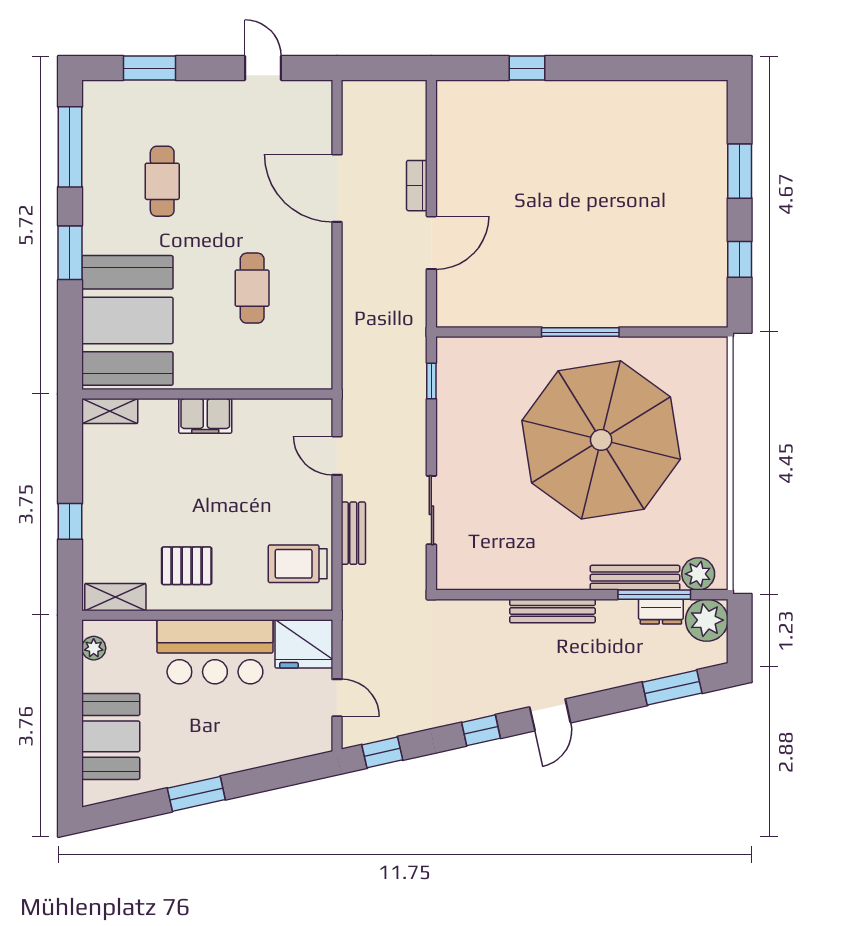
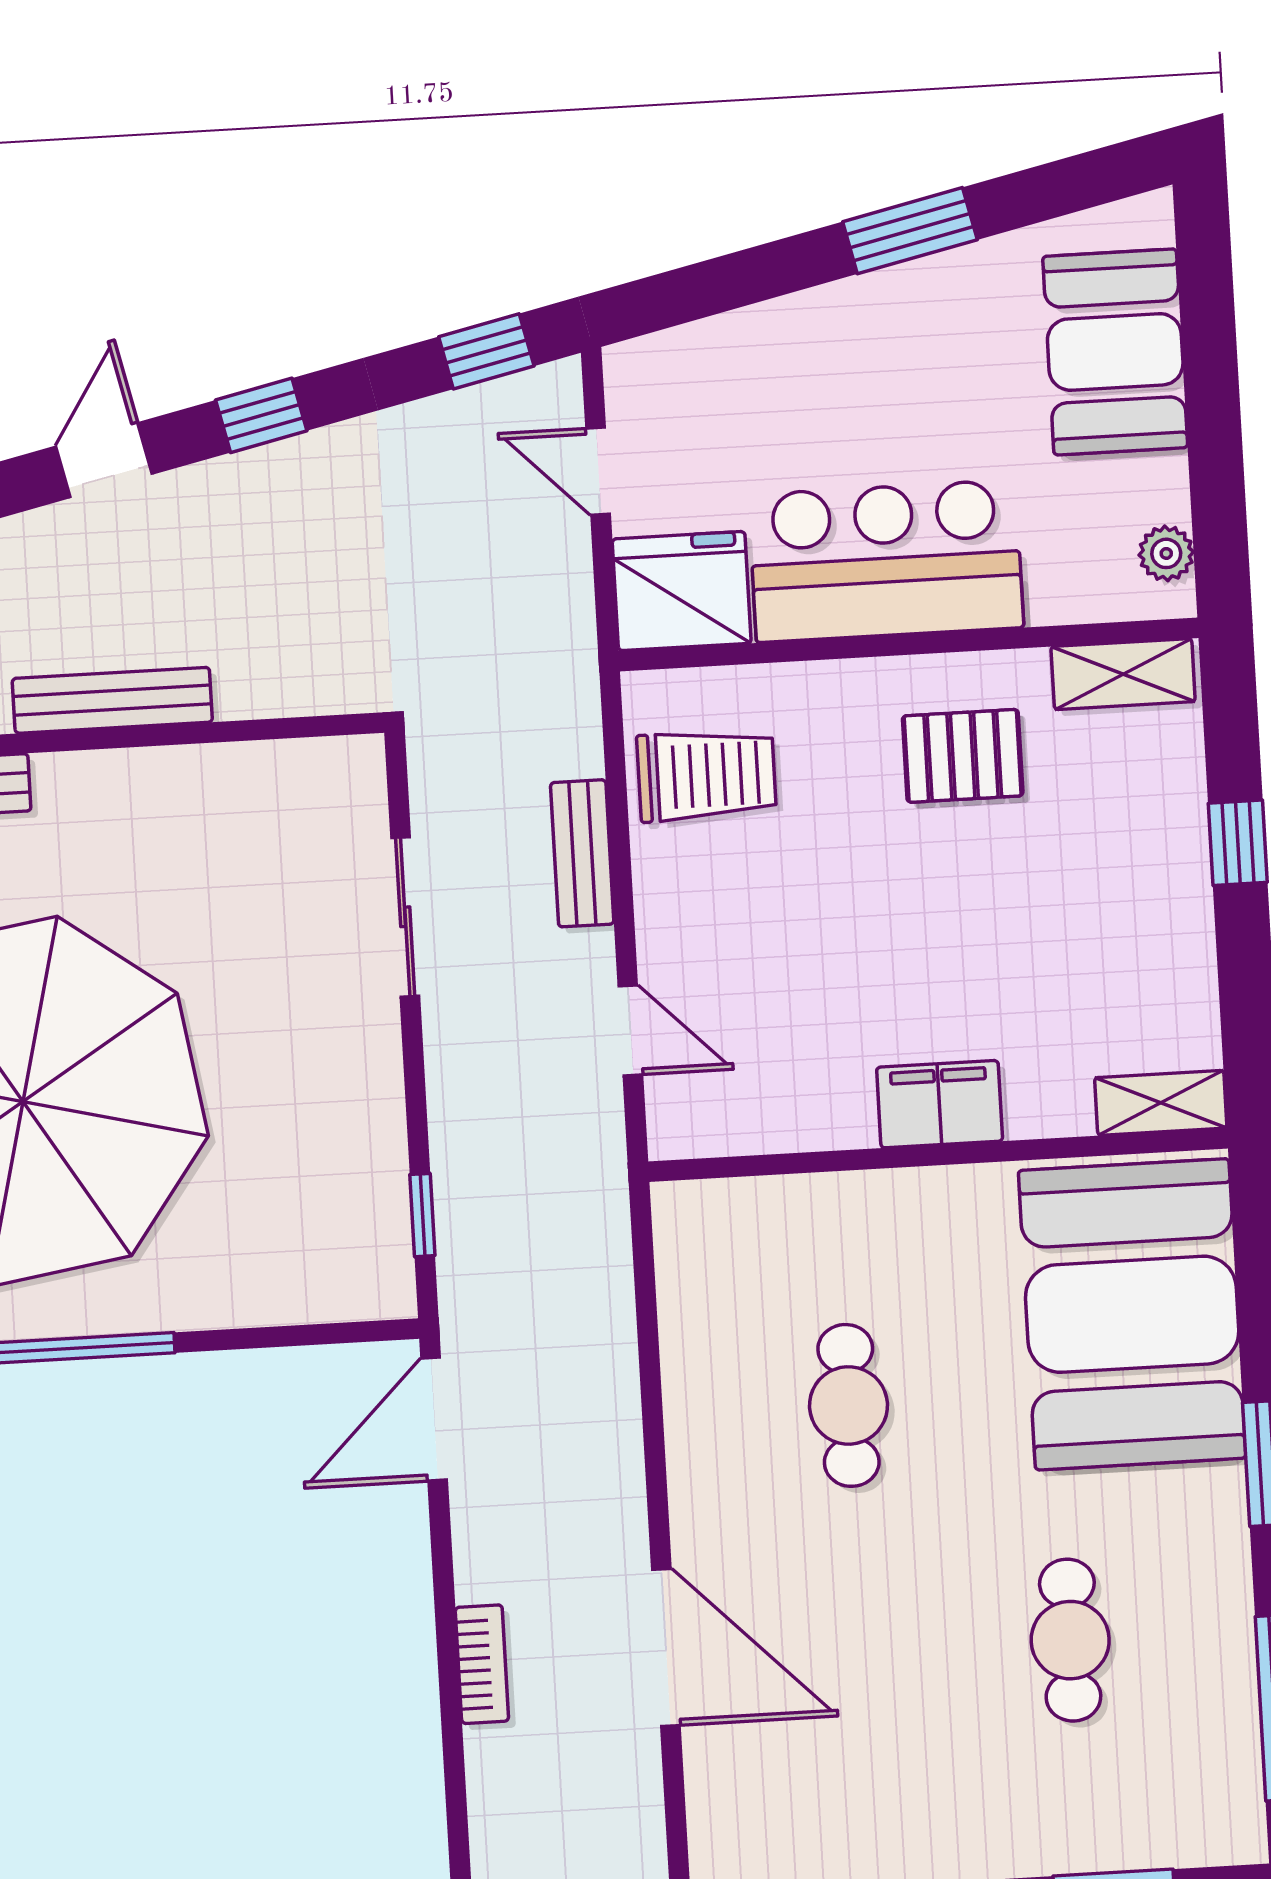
door: (431, 243) -> (434, 1419), moved

